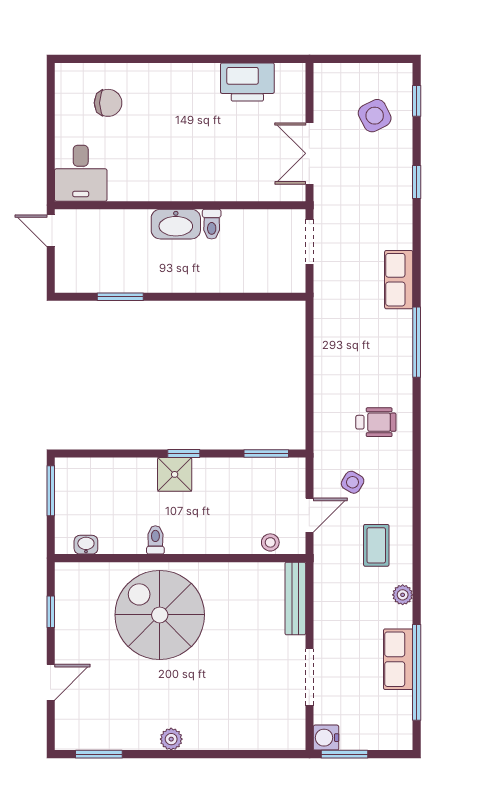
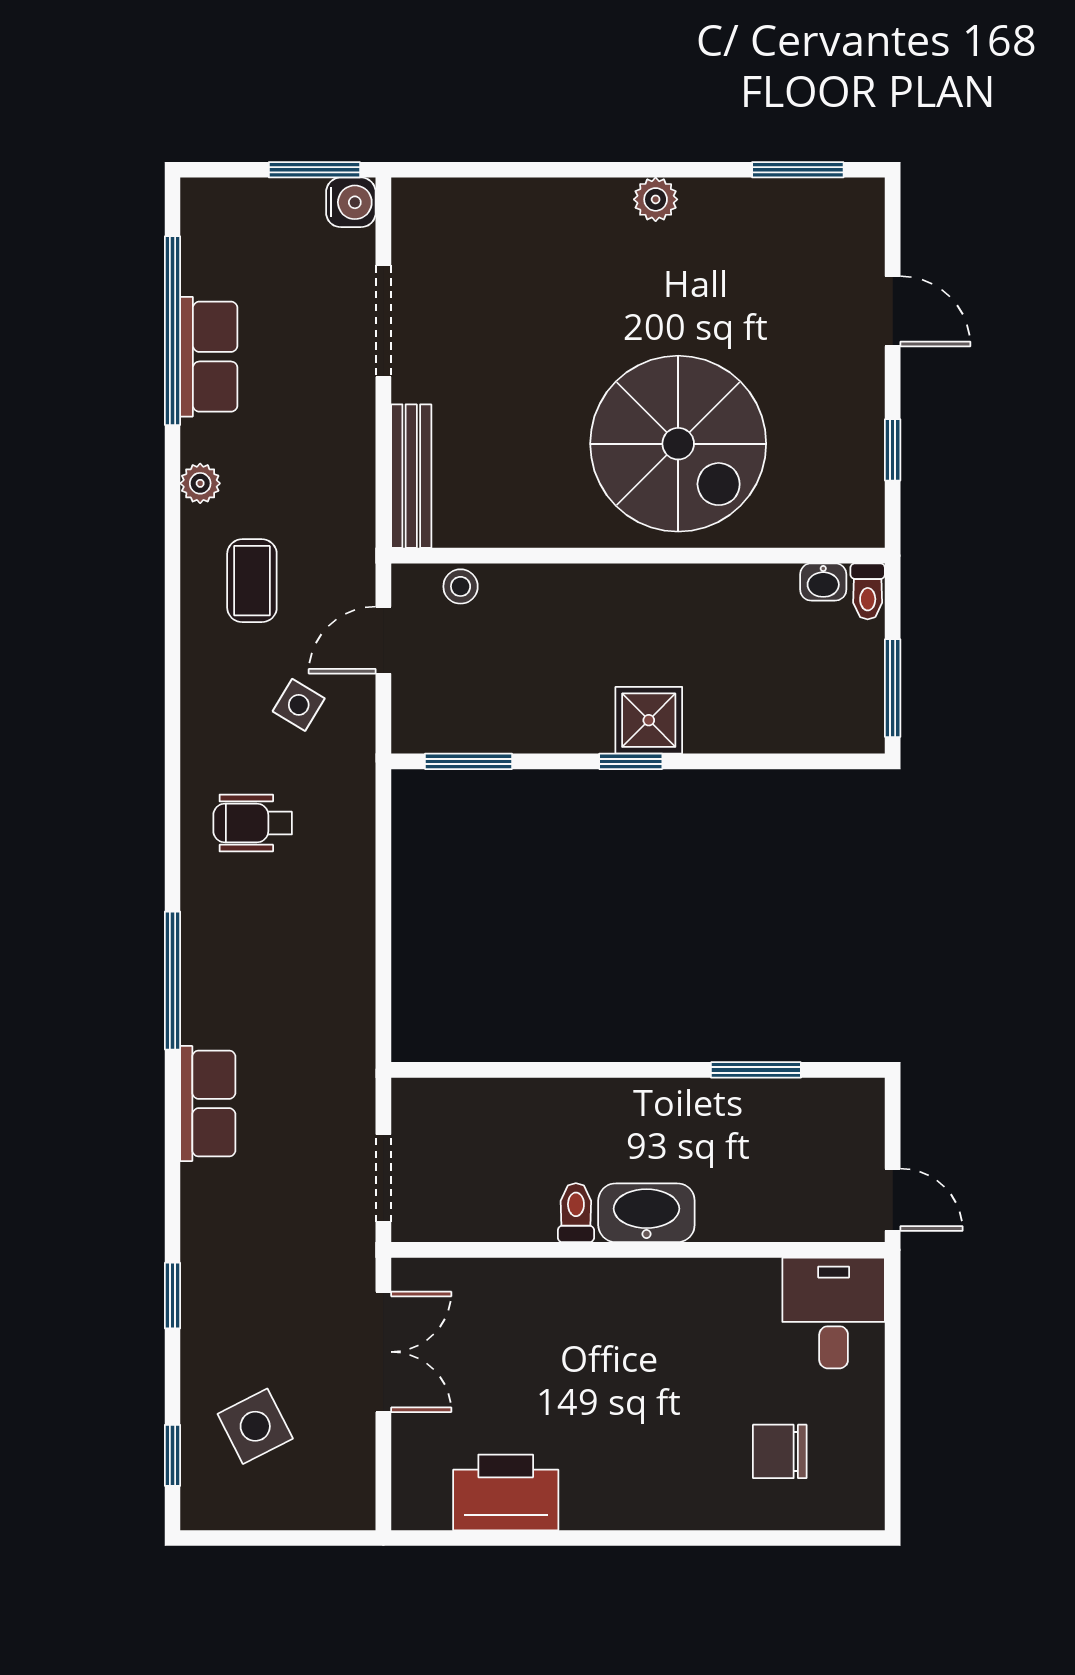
toilet: (155, 540) -> (868, 591), moved
door: (51, 682) -> (893, 311), swing flipped

